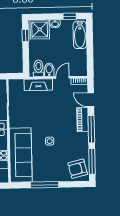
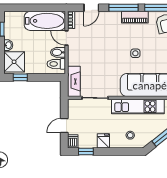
bathtub: (80, 35) -> (45, 21), moved, width x1.36, depth x1.36
fireplace: (38, 85) -> (74, 81), moved
piano: (83, 120) -> (135, 17), moved

